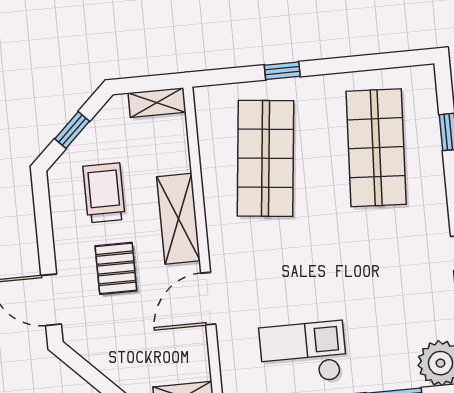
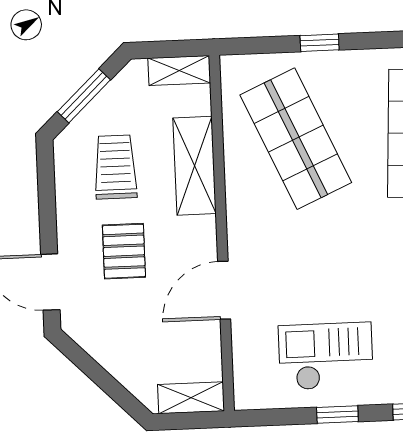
window: (72, 130) -> (84, 96), width x1.50
shop shelf: (265, 158) -> (296, 139), turned -30
shelving: (178, 219) -> (195, 166), moved

